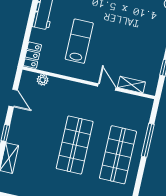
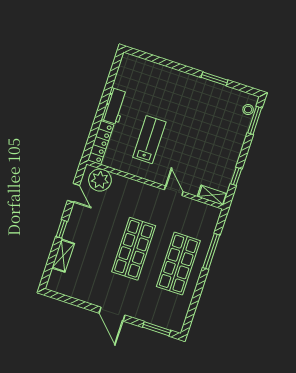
locker: (32, 55) -> (101, 143), width x1.53
plant: (43, 80) -> (100, 180), width x1.87, depth x1.87
shelving: (131, 85) -> (212, 195), moved

